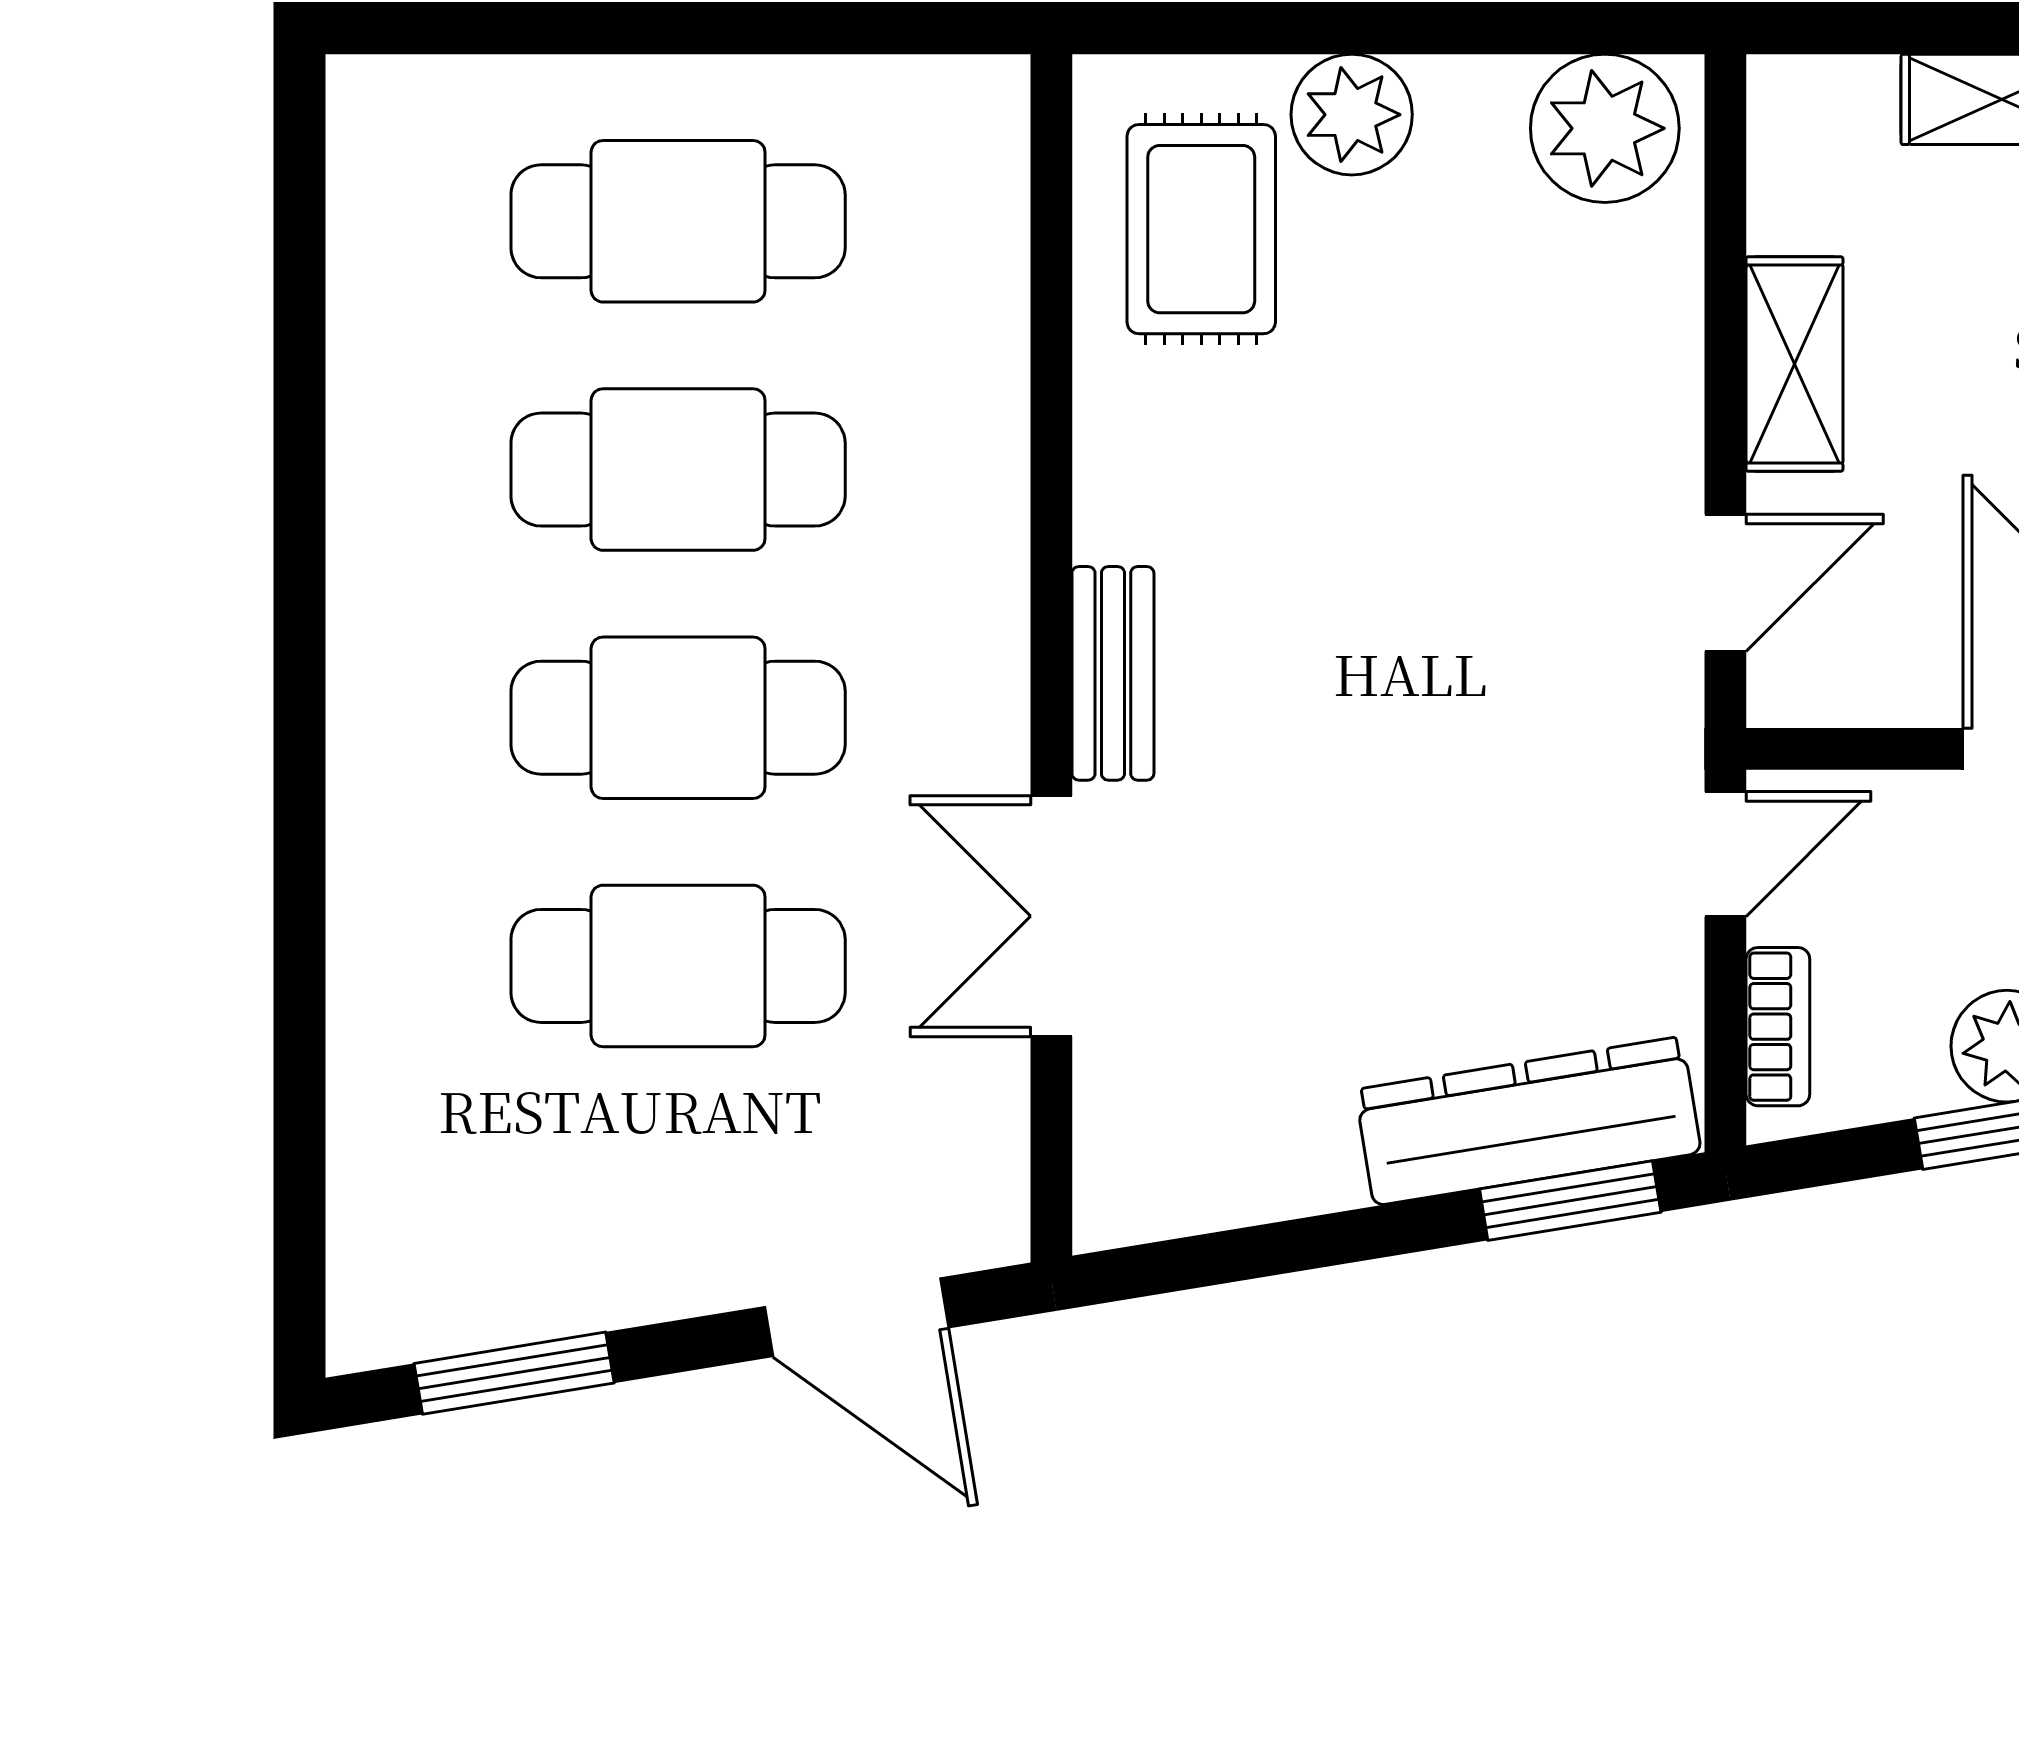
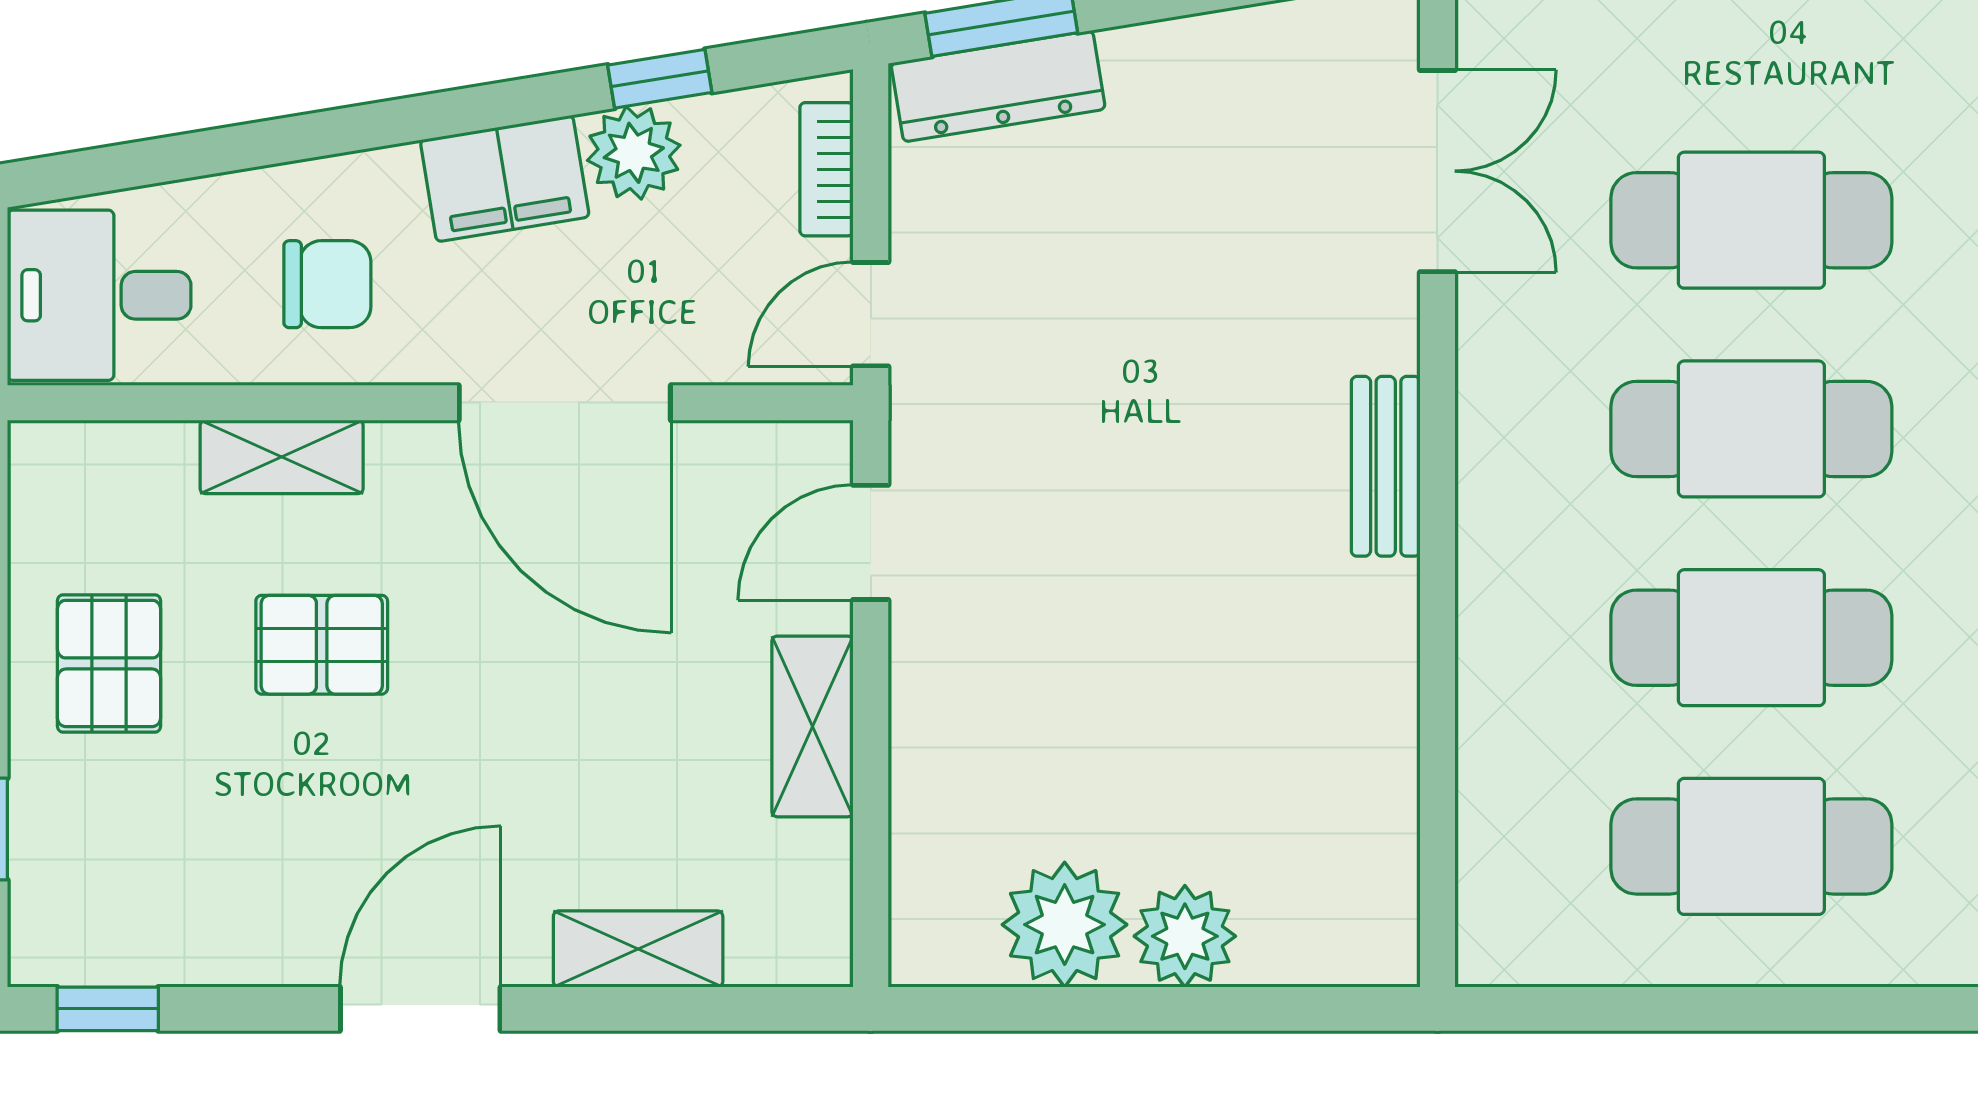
plant: (1605, 128) -> (1065, 925), moved
rug: (1201, 229) -> (1311, 840), removed
double door: (1051, 916) -> (1437, 171), moved
dresser: (1528, 1121) -> (998, 86), width x0.73, depth x0.80

